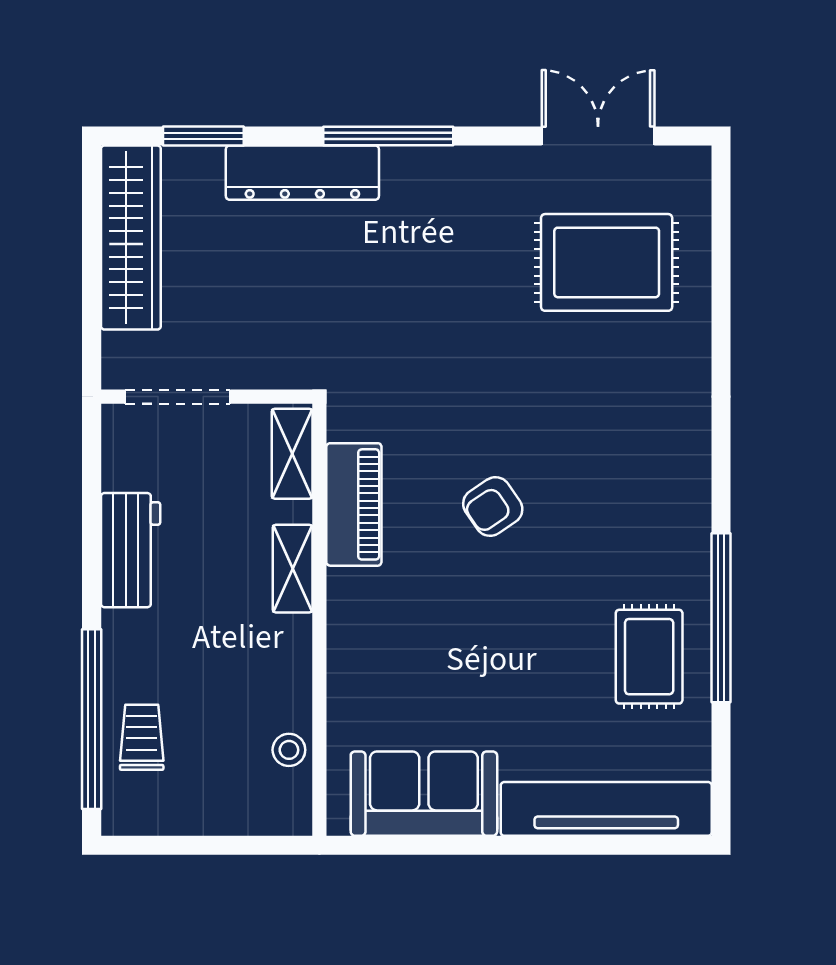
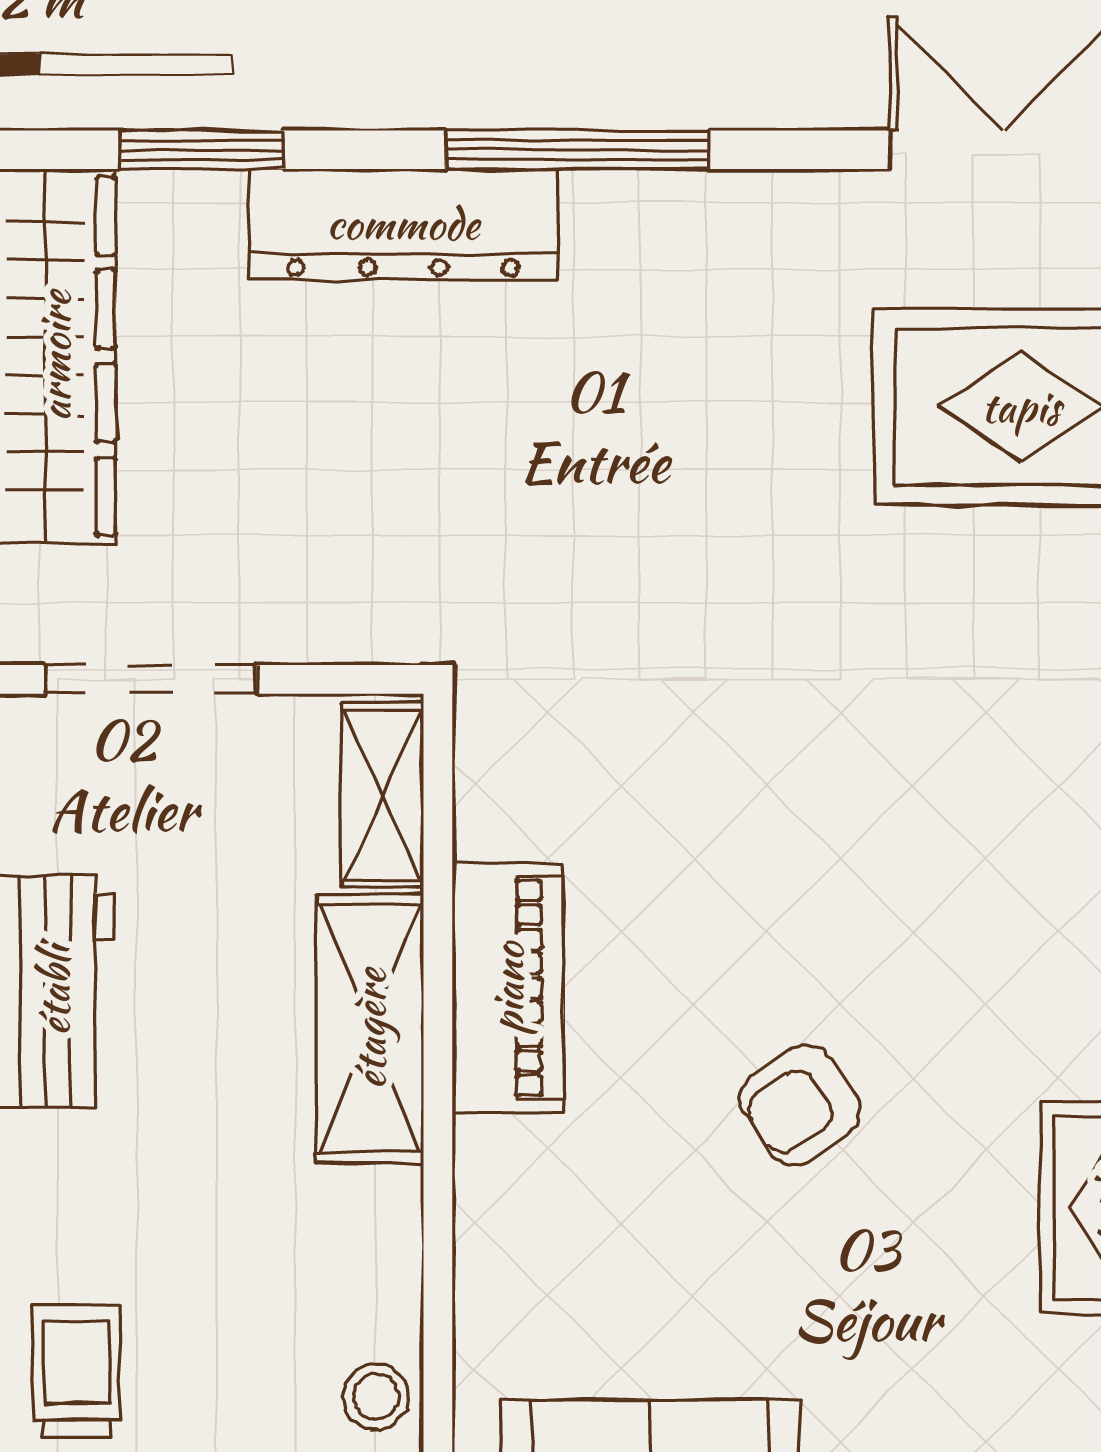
piano: (354, 504) -> (508, 988), moved
armchair: (493, 507) -> (800, 1105), moved
shelving: (293, 569) -> (370, 1029), width x1.50, depth x1.33

